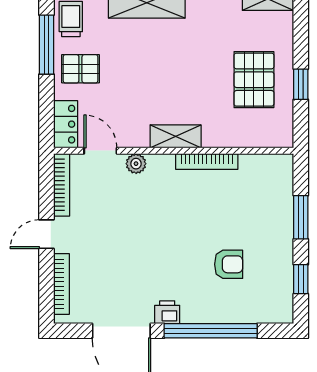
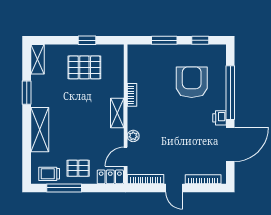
pallet: (80, 69) -> (78, 168), turned 90
bookcase: (207, 162) -> (132, 95), width x0.64
armchair: (229, 264) -> (192, 82), width x1.88, depth x1.88

